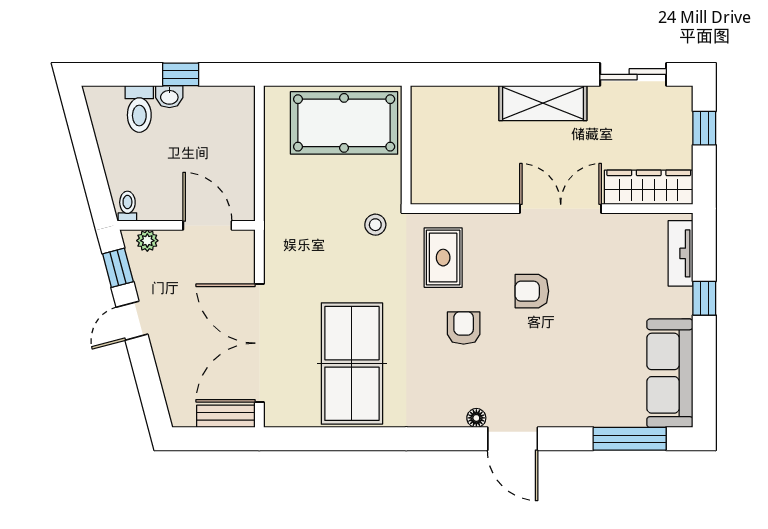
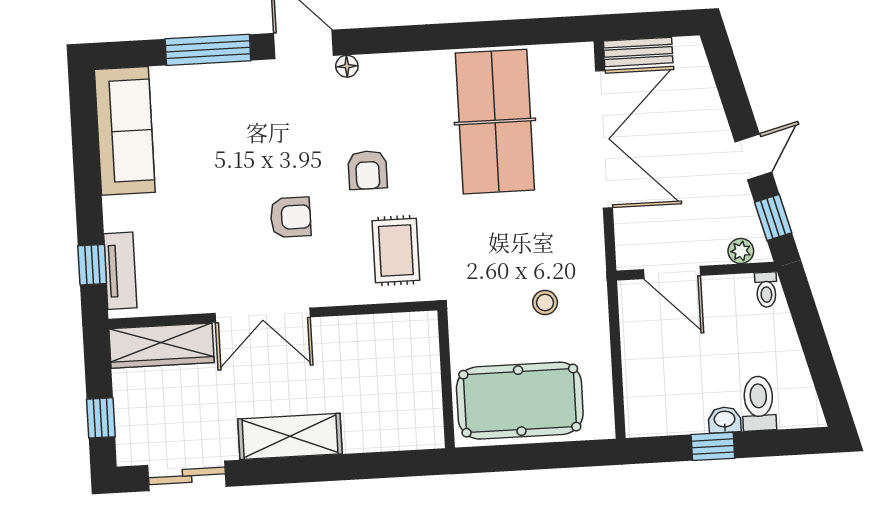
stool: (375, 225) -> (545, 303), moved
window: (704, 298) -> (92, 265), moved
window: (630, 439) -> (208, 50), moved

